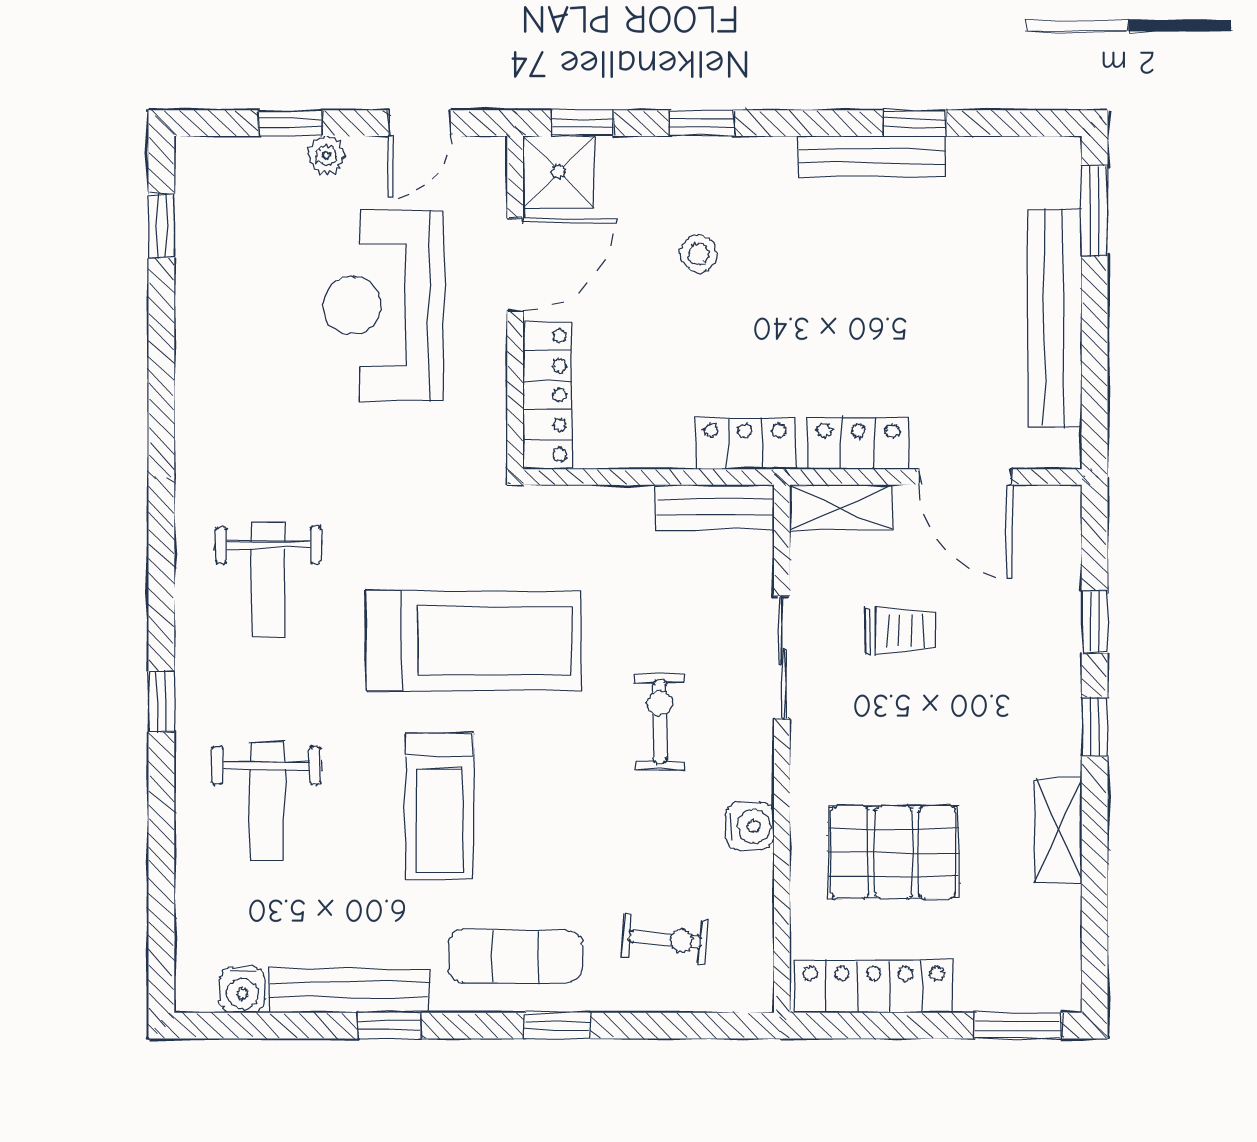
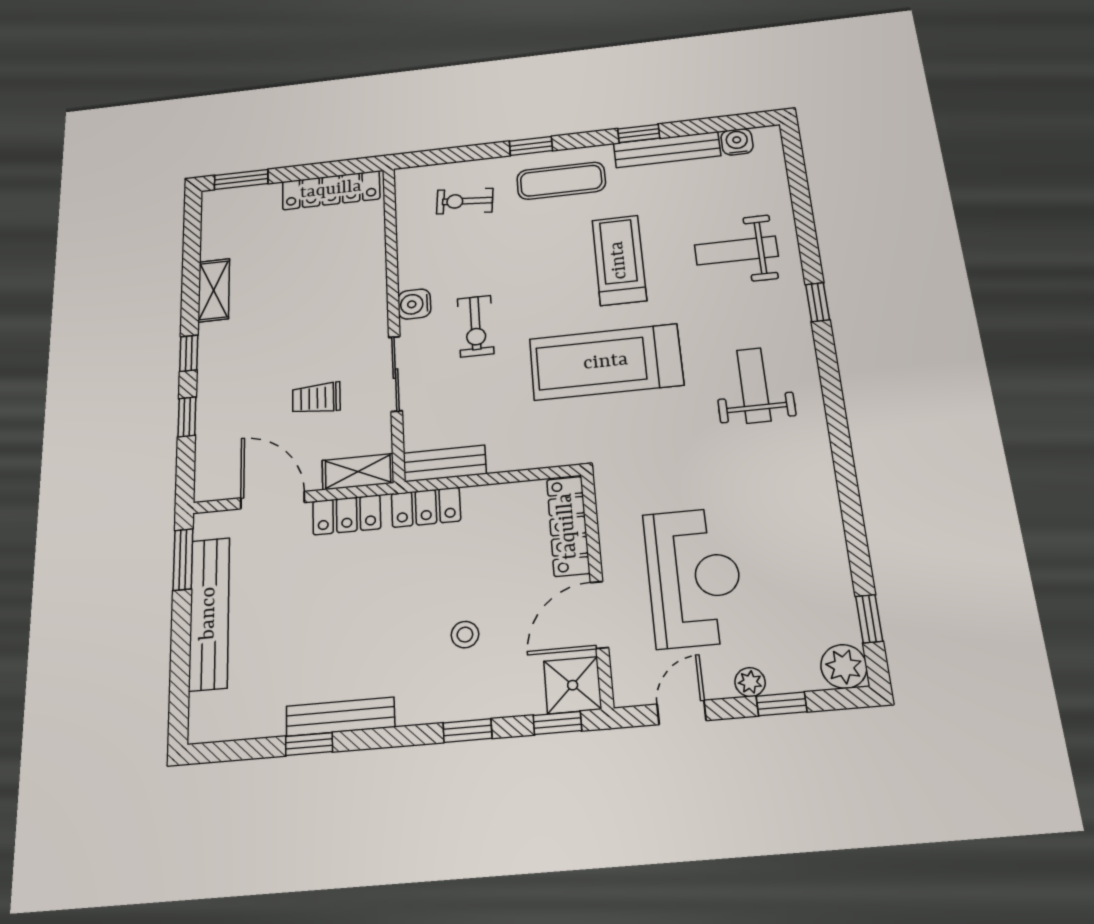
plant: (203, 165) -> (844, 666), added
window: (1095, 211) -> (183, 559), moved
weight bench: (267, 801) -> (736, 250), turned -90
water cooler: (750, 826) -> (414, 304), moved
pallet: (894, 852) -> (319, 266), removed

